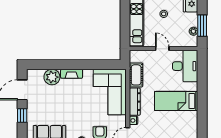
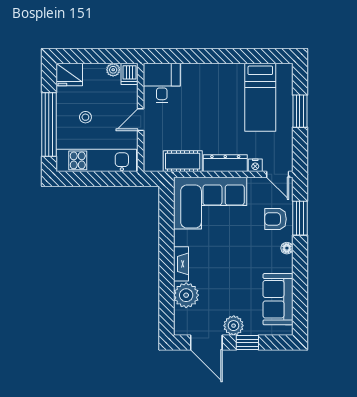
window: (202, 26) -> (104, 56), removed
dishwasher: (191, 42) -> (130, 74), added
desk: (185, 66) -> (162, 83), width x0.73
bed: (176, 101) -> (260, 97), moved
plant: (33, 107) -> (234, 326), added

